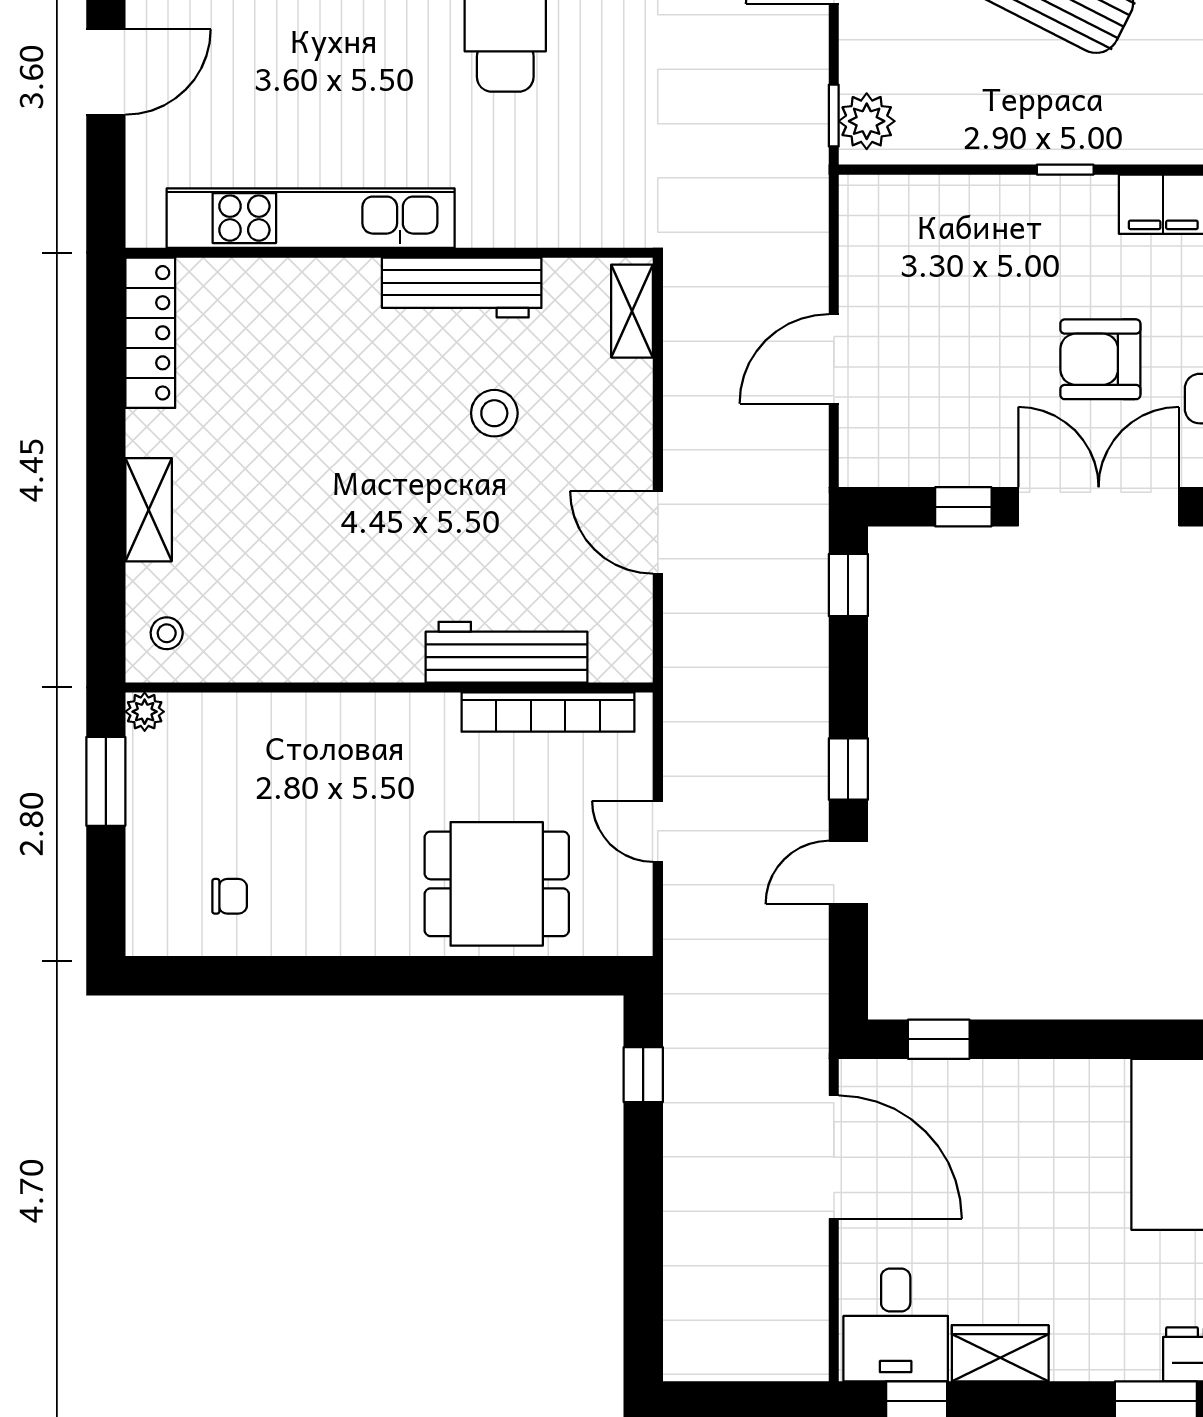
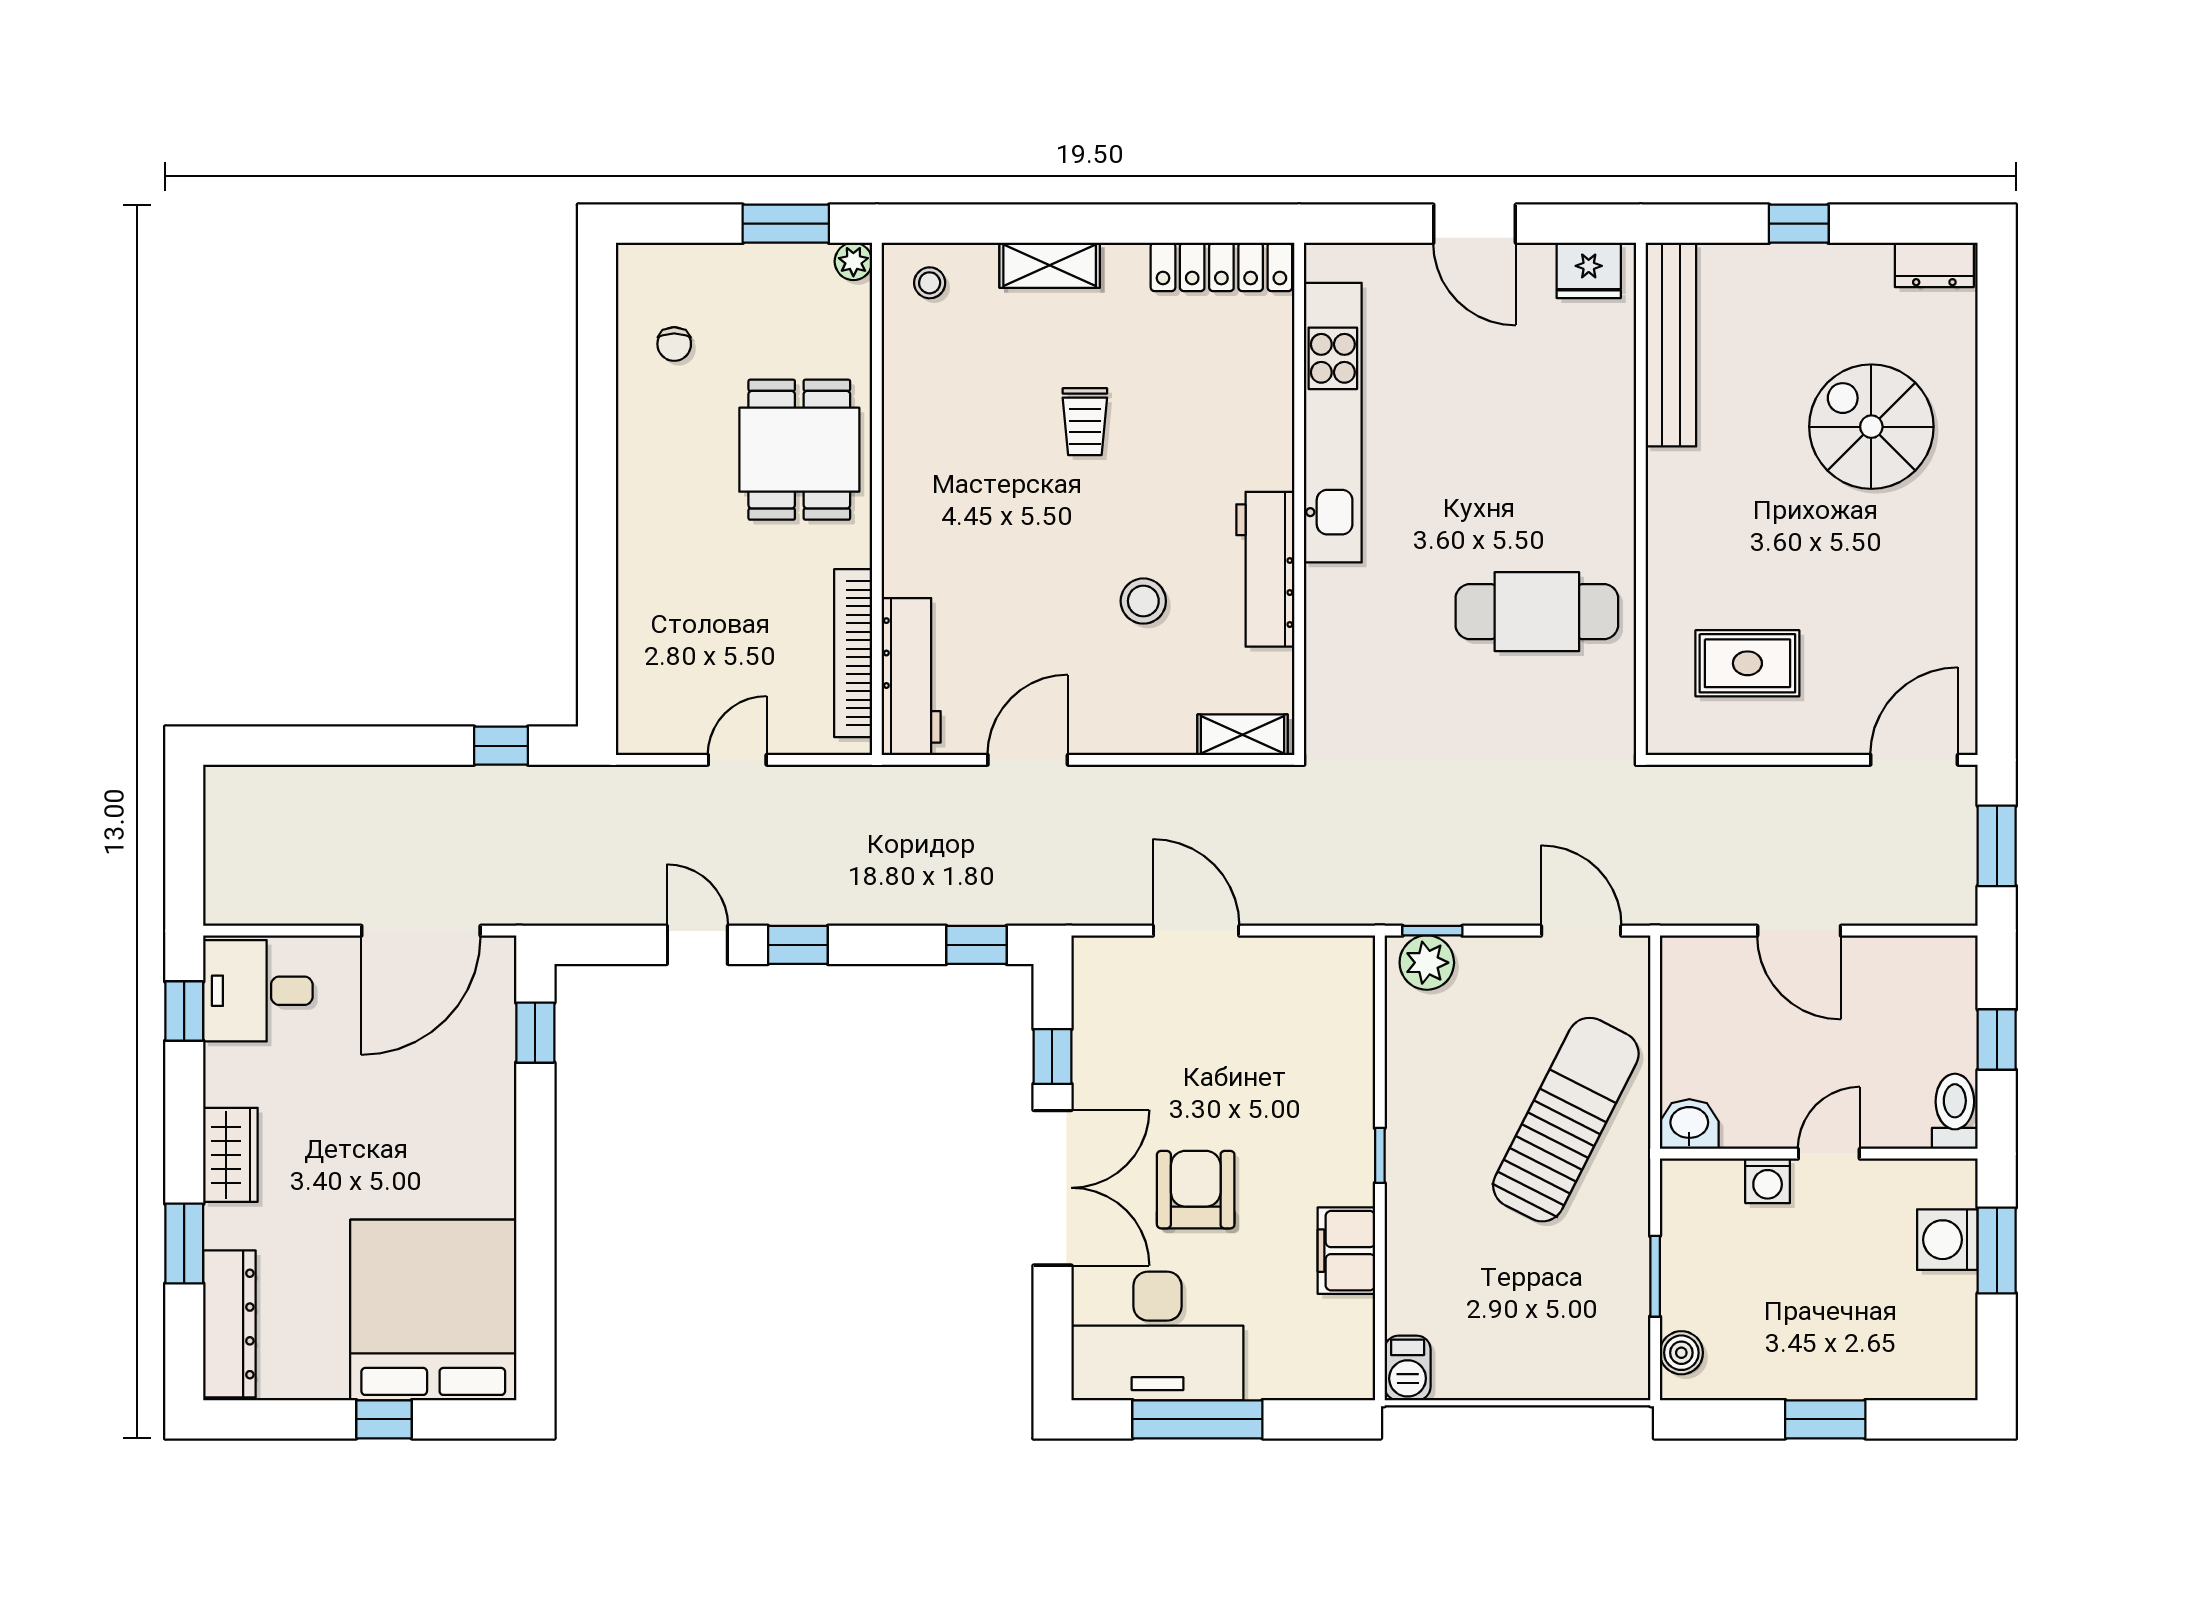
trolley: (310, 473) -> (1085, 422), added
workbench: (507, 652) -> (911, 677), moved
dining table: (497, 884) -> (799, 450), moved
wardrobe: (1000, 1353) -> (230, 1155), moved

